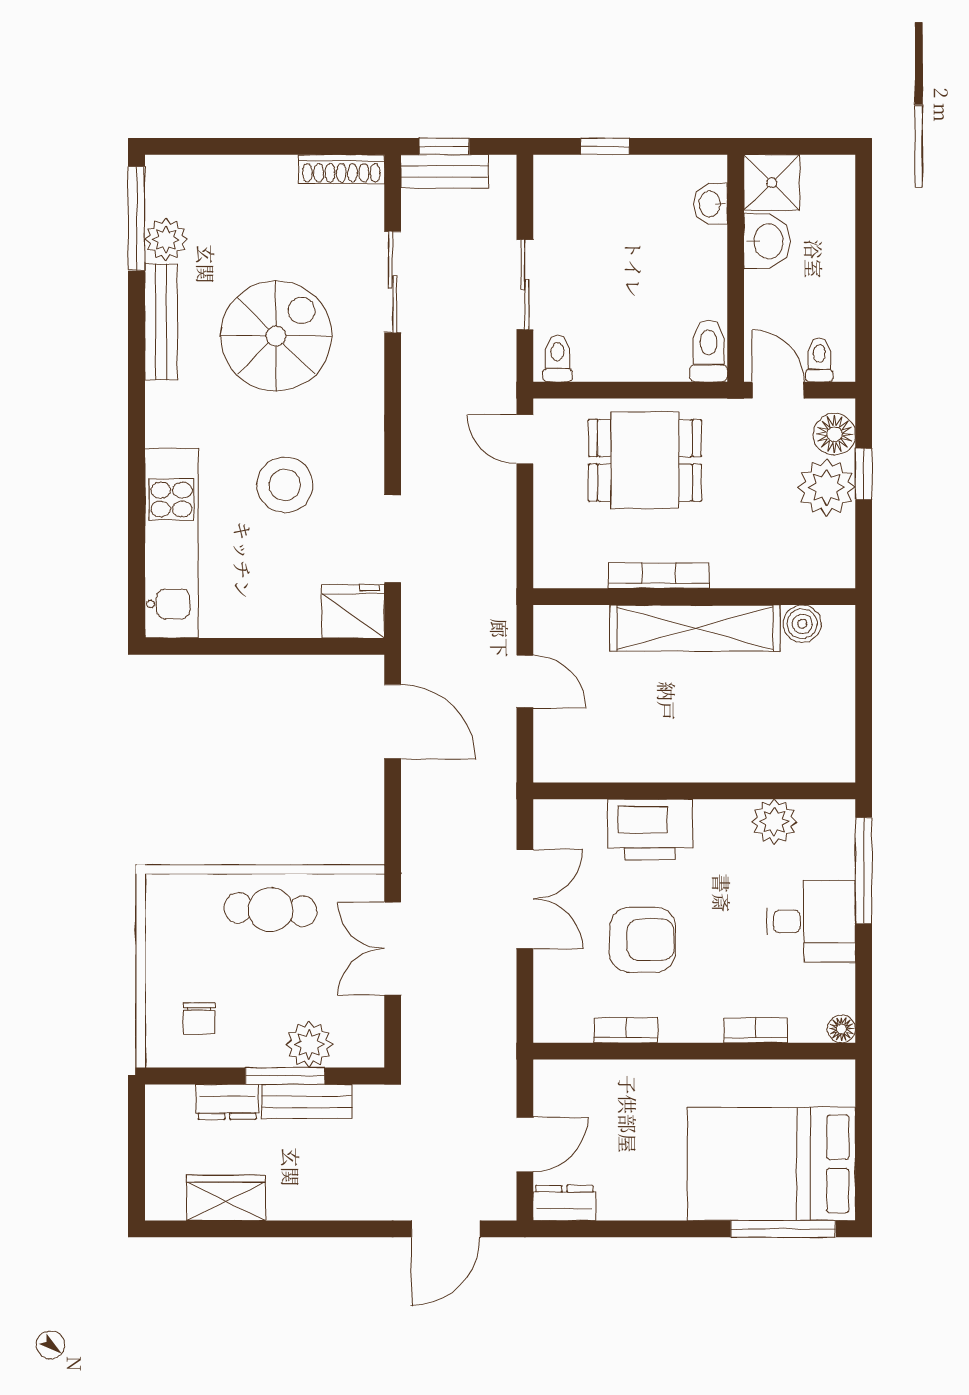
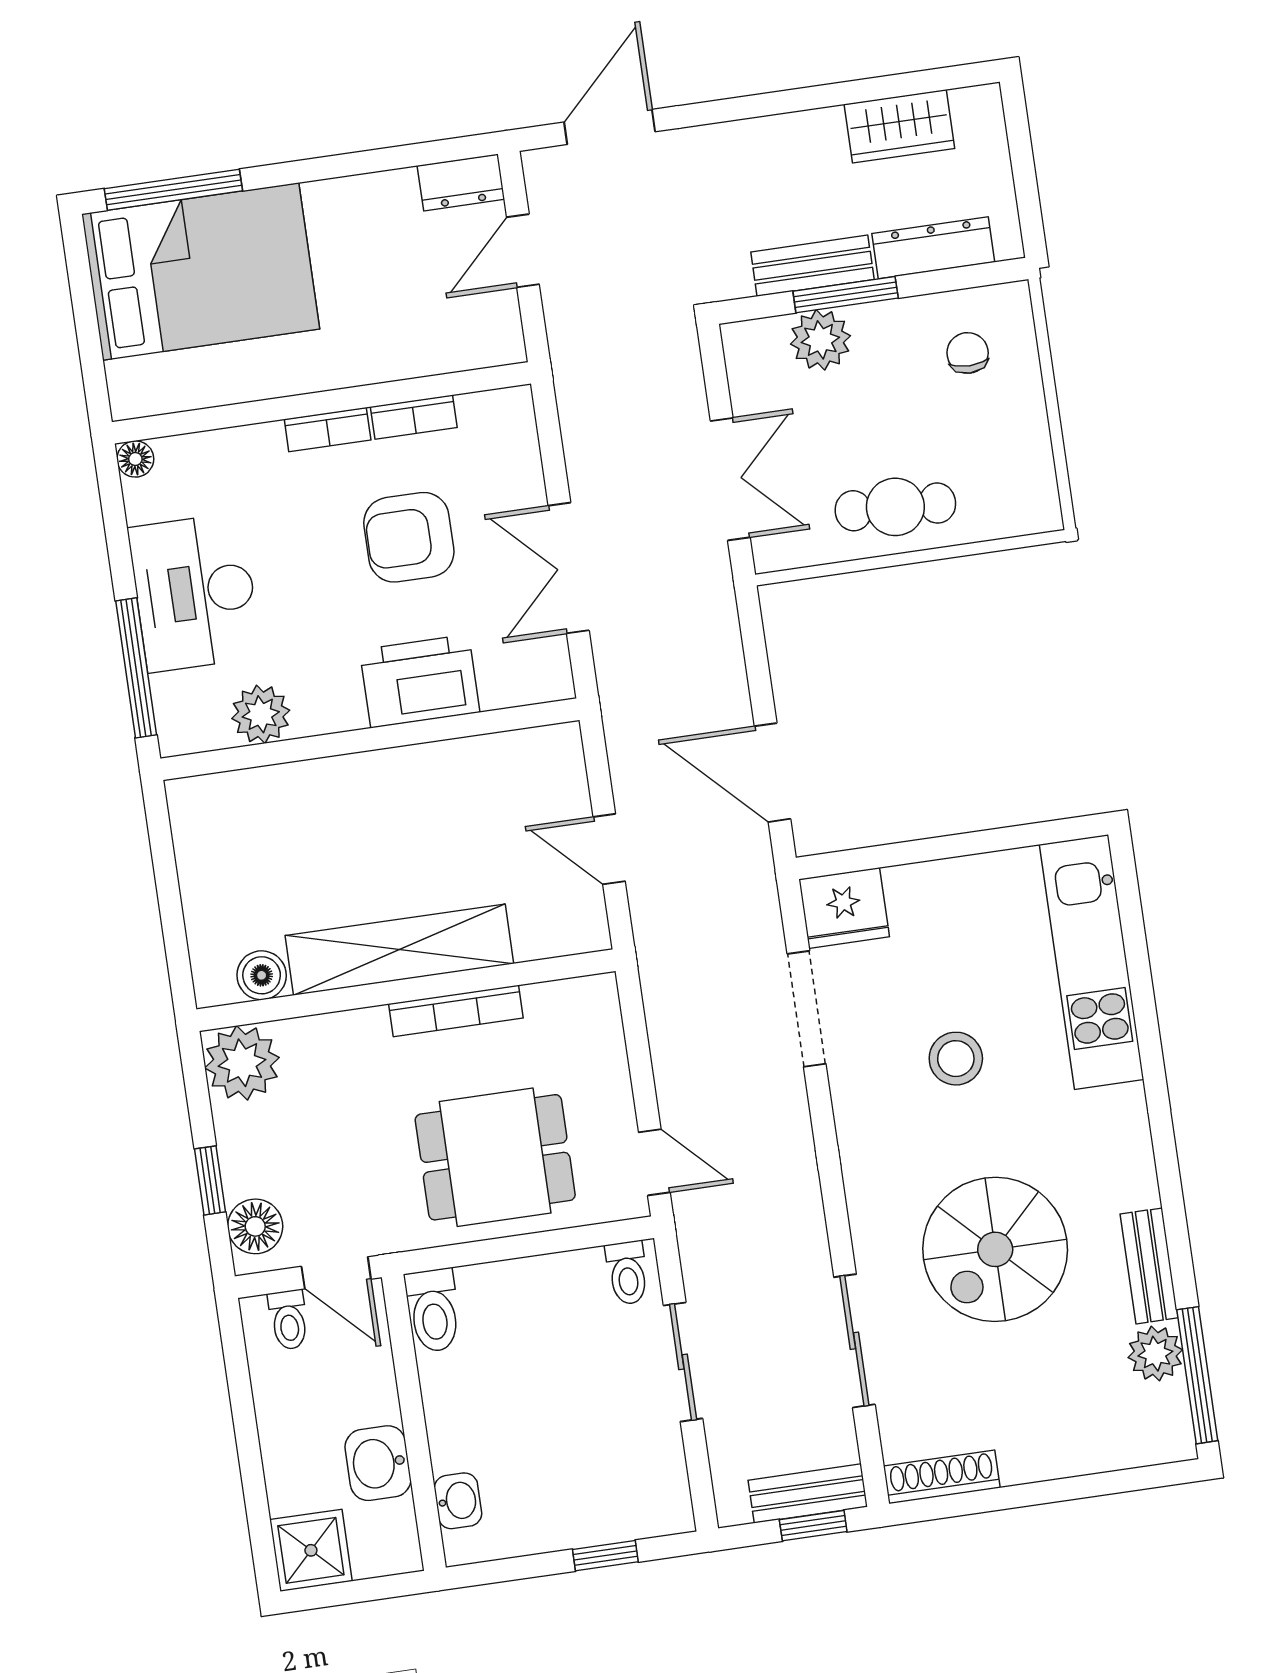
shower: (772, 183) -> (311, 1550), moved
bench: (161, 322) -> (1149, 1266), width x0.73
stool: (285, 485) -> (956, 1059), width x0.73, depth x0.73
plant: (827, 487) -> (242, 1063), moved
desk: (811, 921) -> (195, 592), width x1.37
bookcase: (756, 1030) -> (328, 430), moved
dresser: (227, 1102) -> (933, 248), width x1.44

